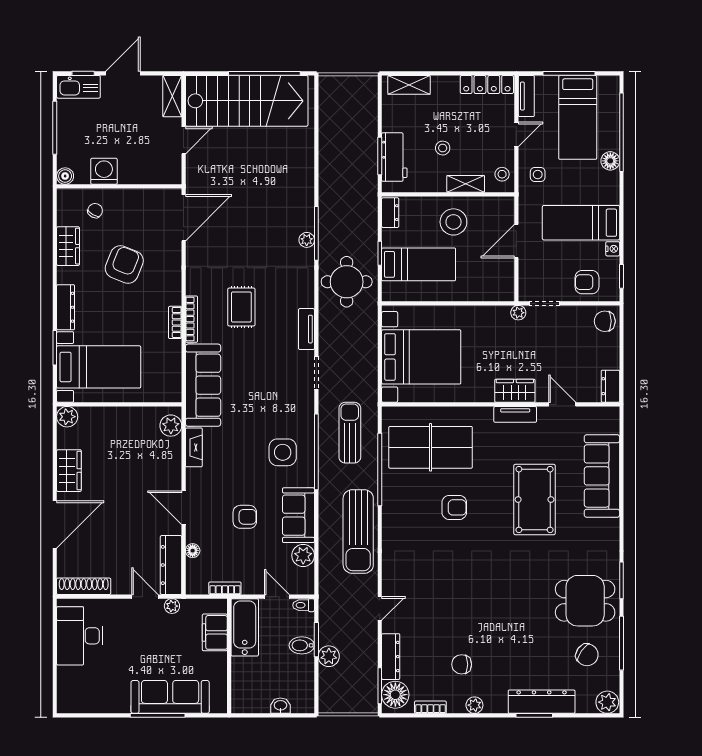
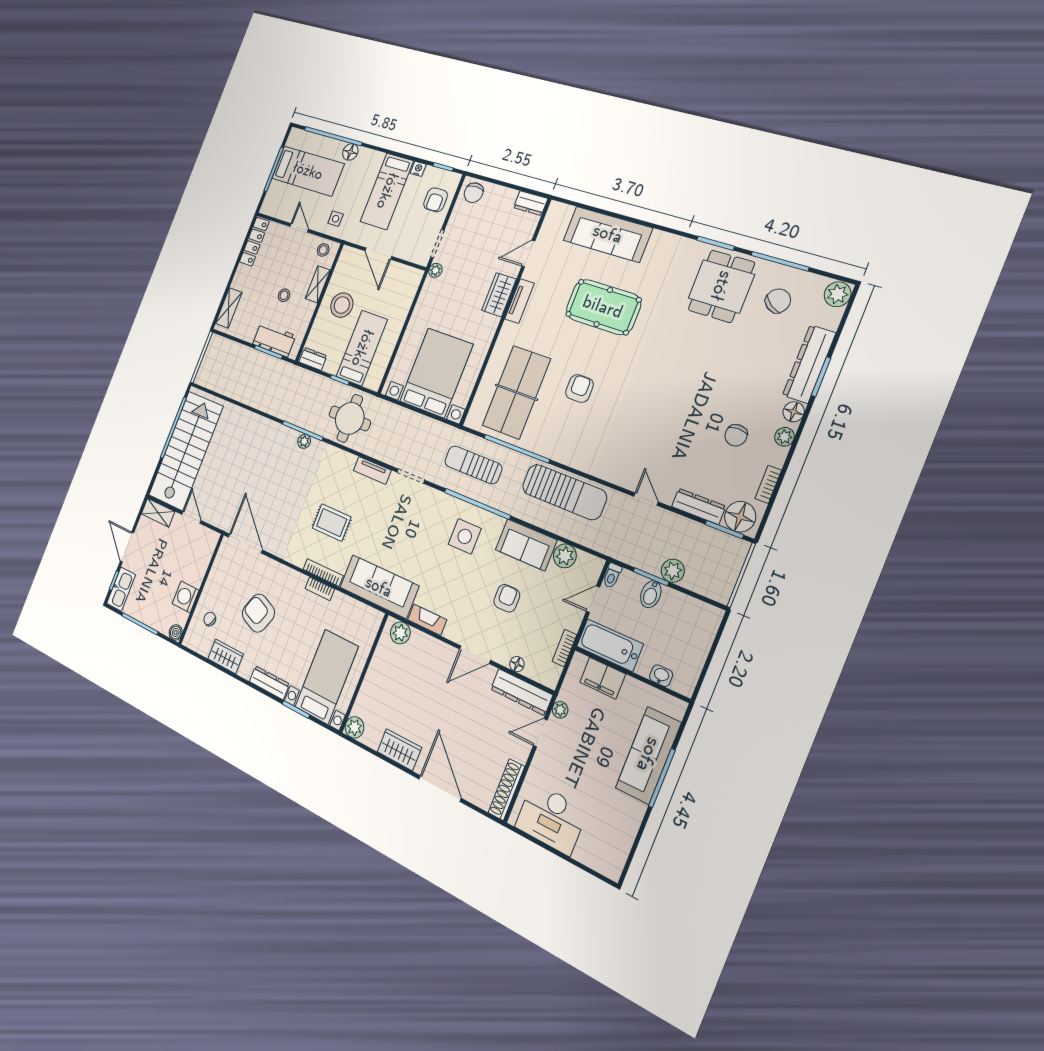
tv unit: (526, 96) -> (275, 211), removed
floor lamp: (498, 704) -> (794, 412), added
washbasin: (280, 706) -> (661, 676), moved, turned 90

